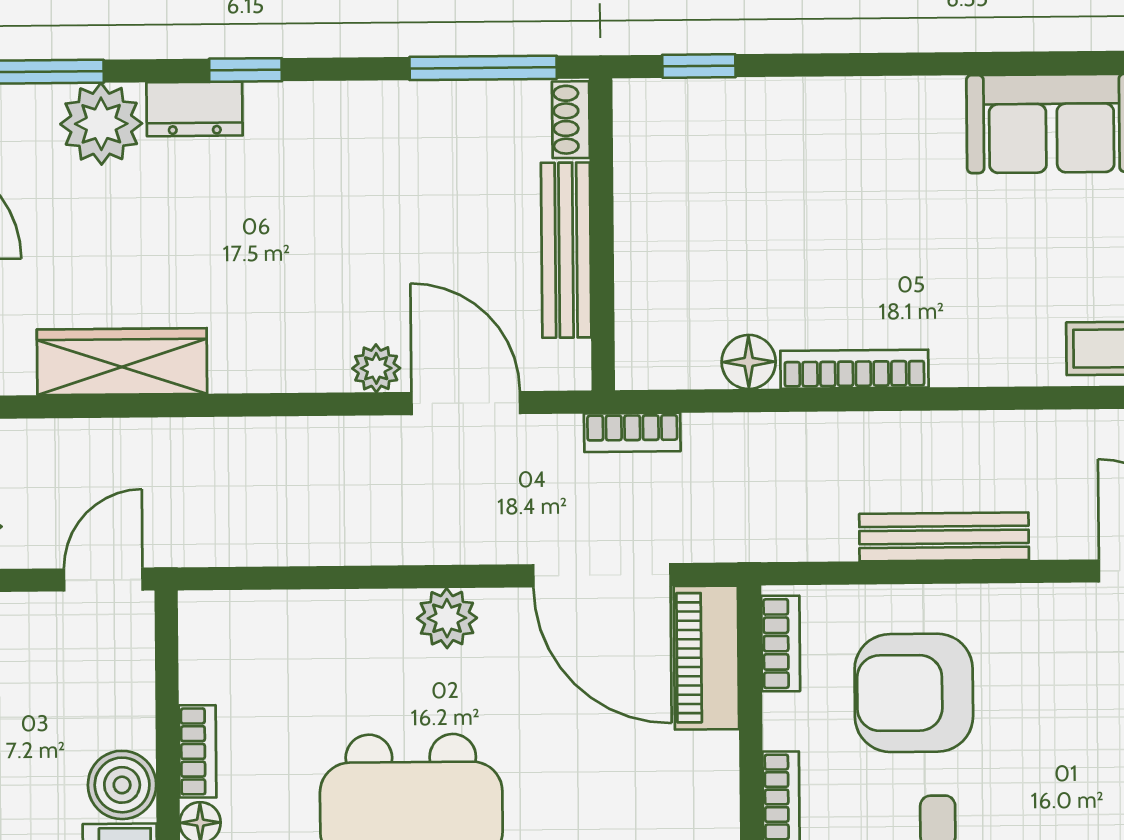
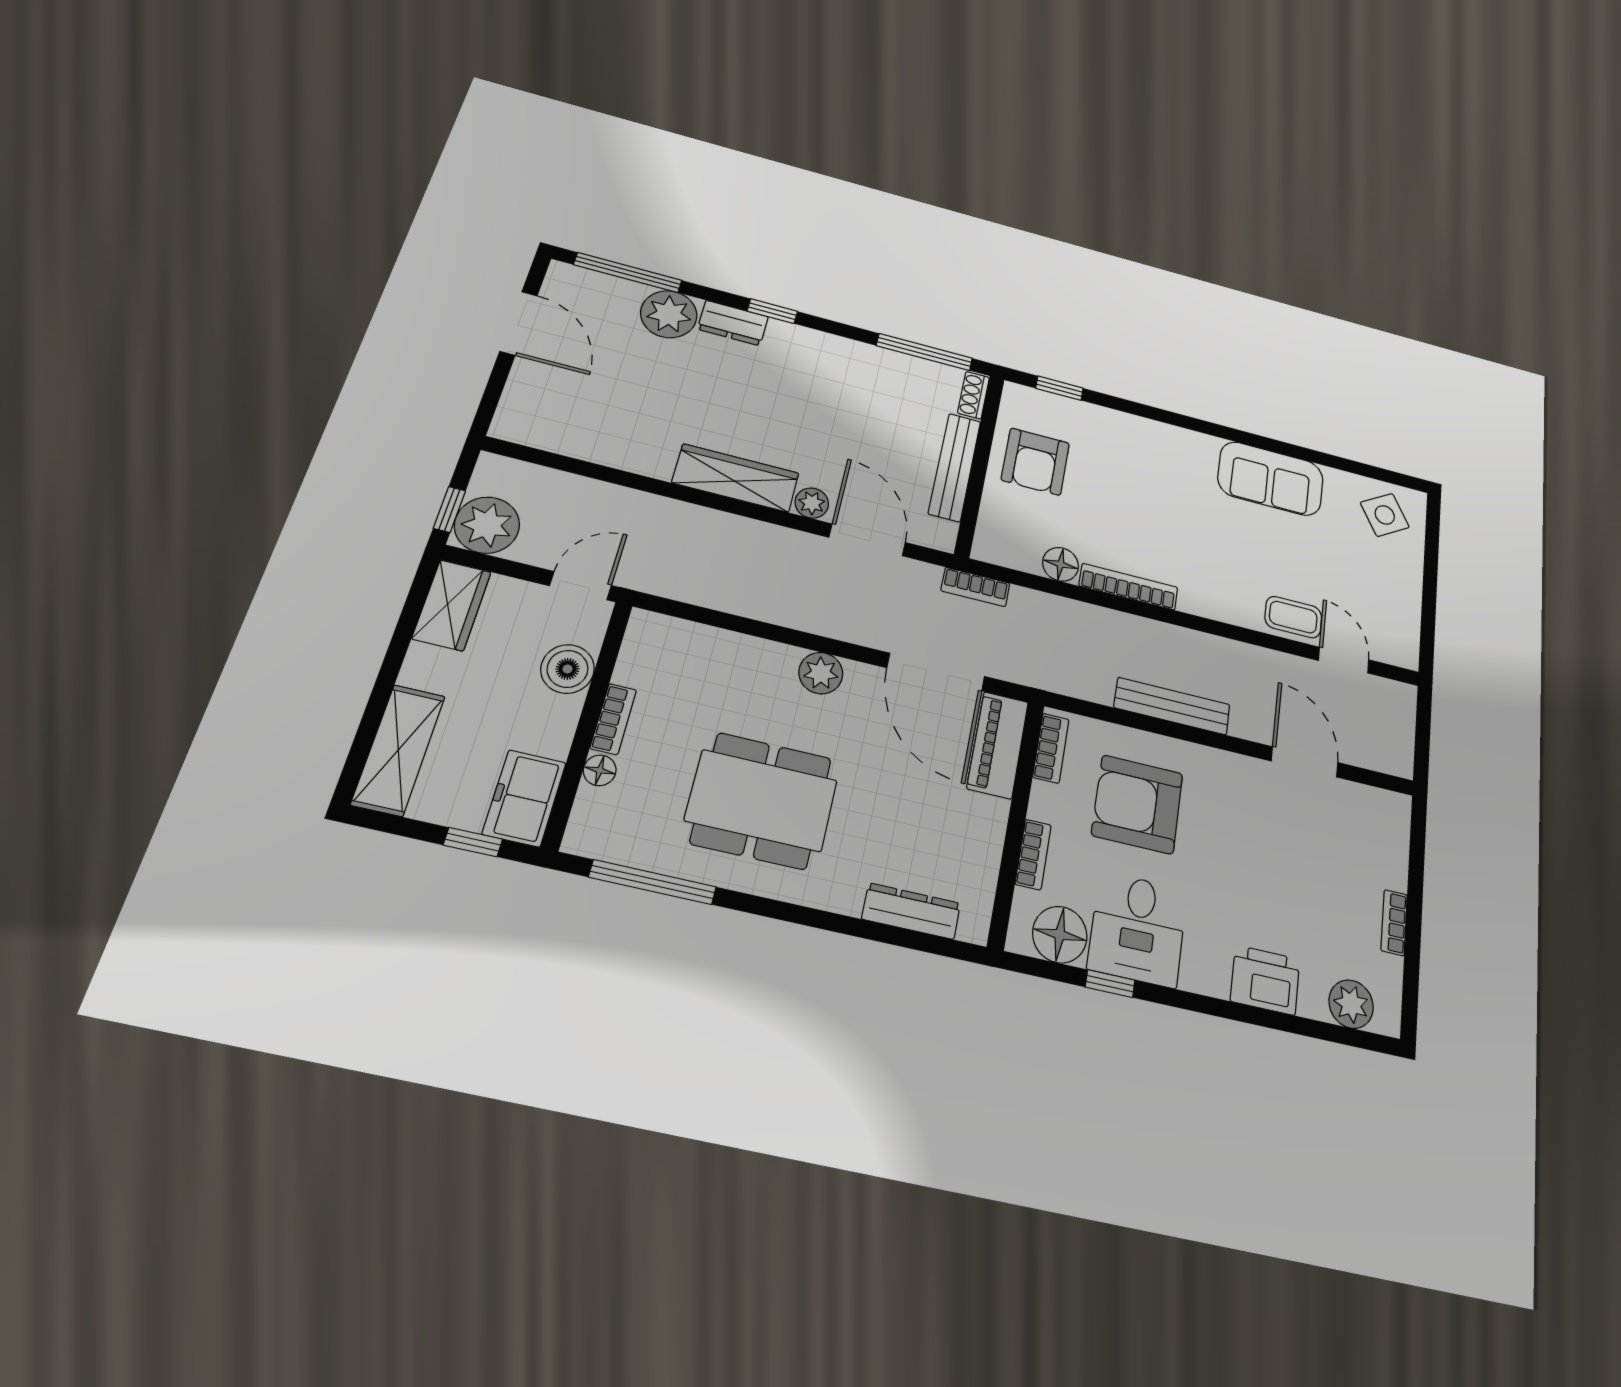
armchair: (683, 204) -> (1035, 462), added
wardrobe: (122, 362) -> (736, 478), moved
boiler: (122, 785) -> (568, 669), moved

